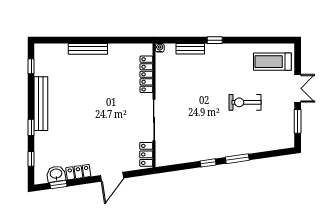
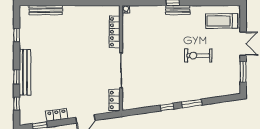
bench: (88, 49) -> (46, 10), moved
bench: (190, 49) -> (178, 10), moved
window: (31, 66) -> (17, 35), moved
bench: (41, 104) -> (25, 72), moved
washbasin: (56, 174) -> (38, 116), removed

